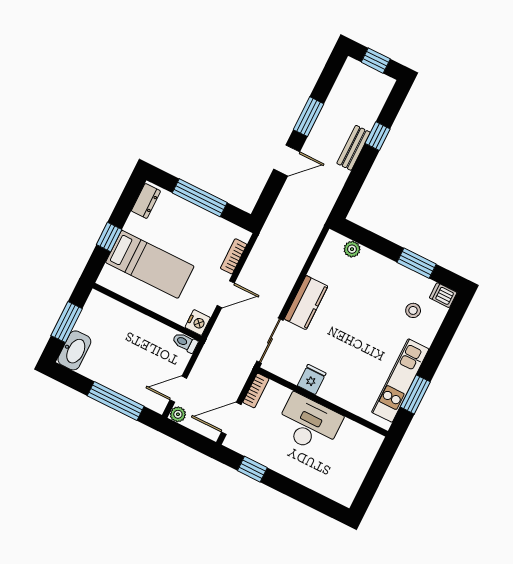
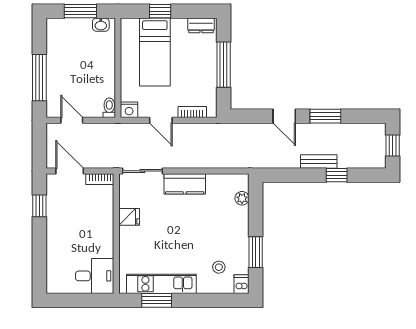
washbasin: (74, 350) -> (101, 25), moved, width x0.52, depth x0.69
plant: (178, 414) -> (53, 129), removed
desk: (309, 424) -> (95, 276), moved, width x0.73

